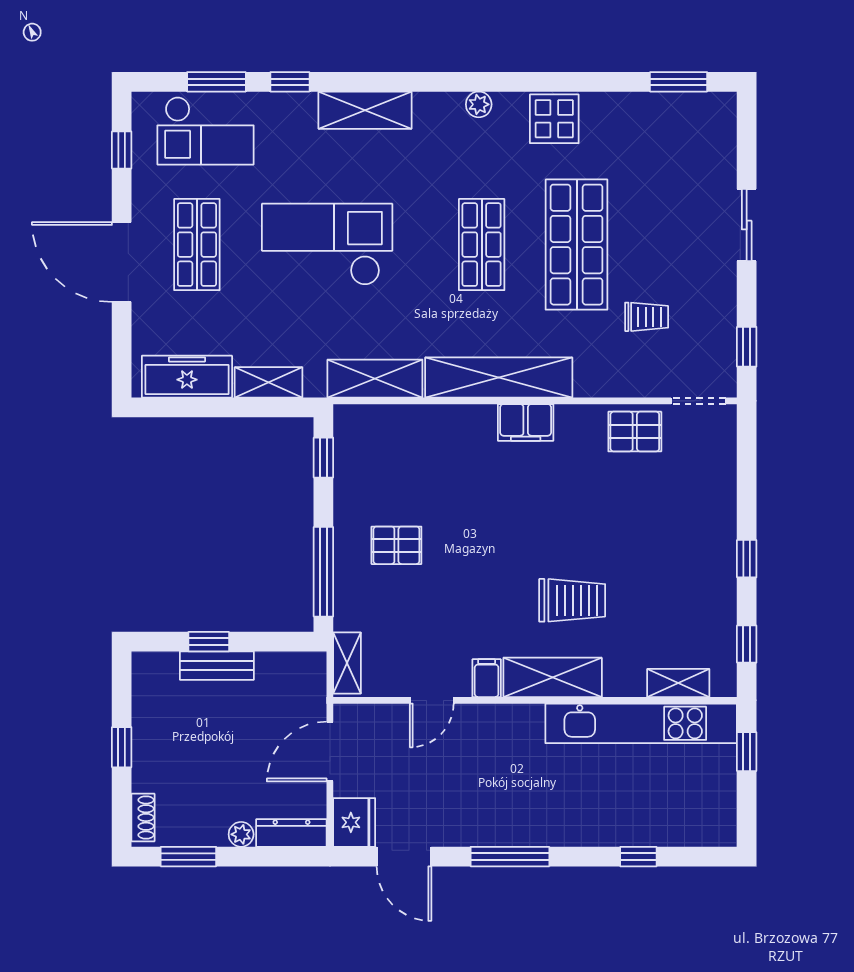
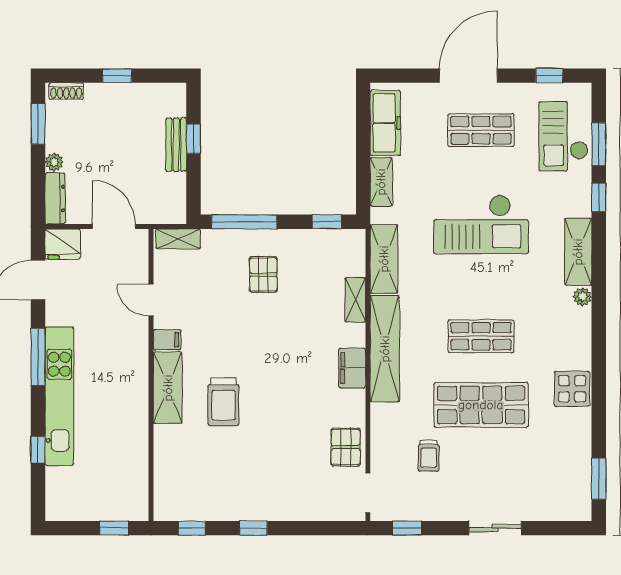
plant: (479, 104) -> (582, 297), moved
checkout: (327, 244) -> (481, 224), turned 90
shelving: (678, 683) -> (355, 300), moved
kitchen unit: (641, 723) -> (59, 396), moved, turned 180

